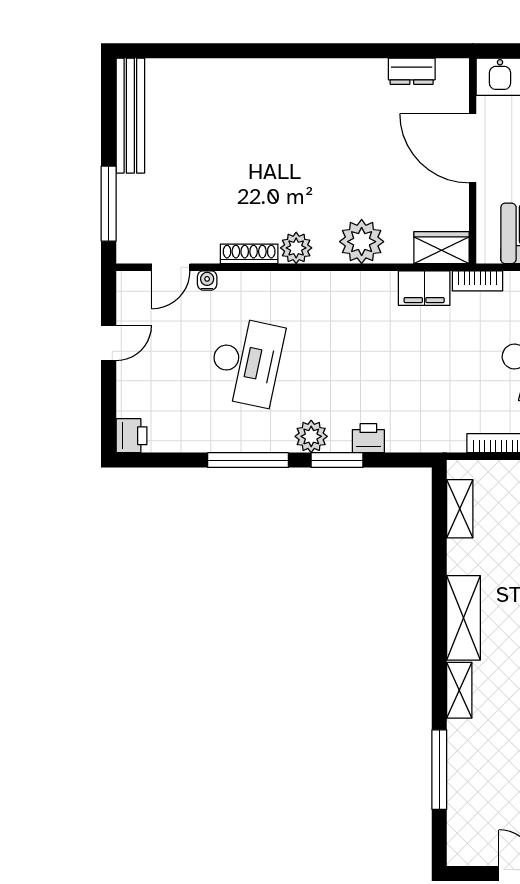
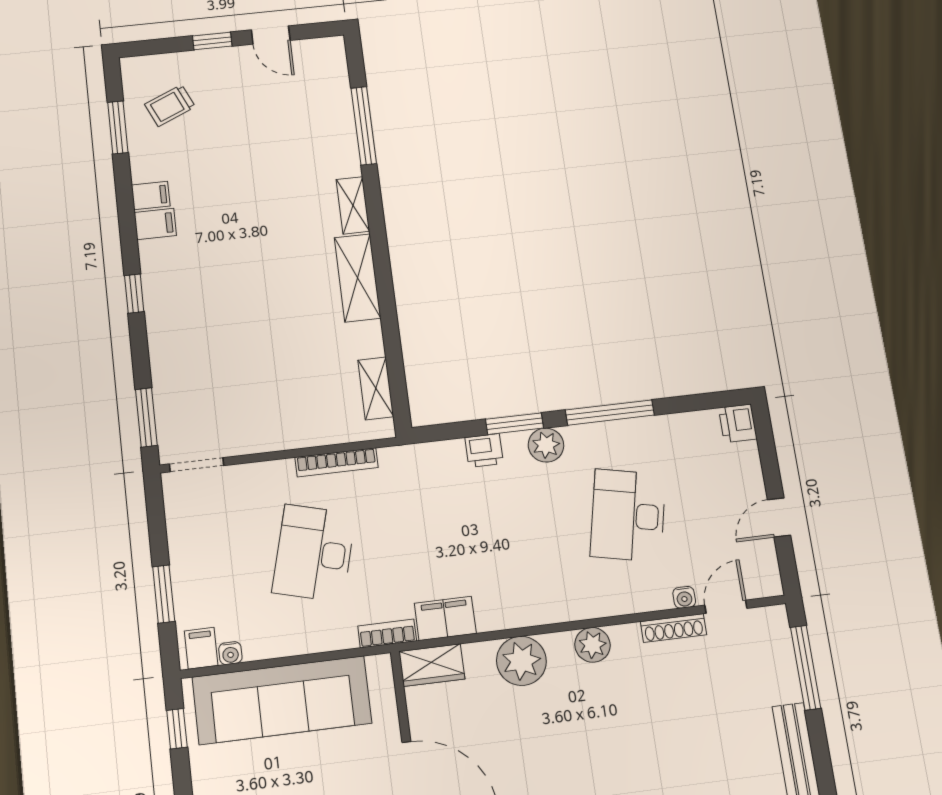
shoe rack: (249, 254) -> (673, 628), moved

